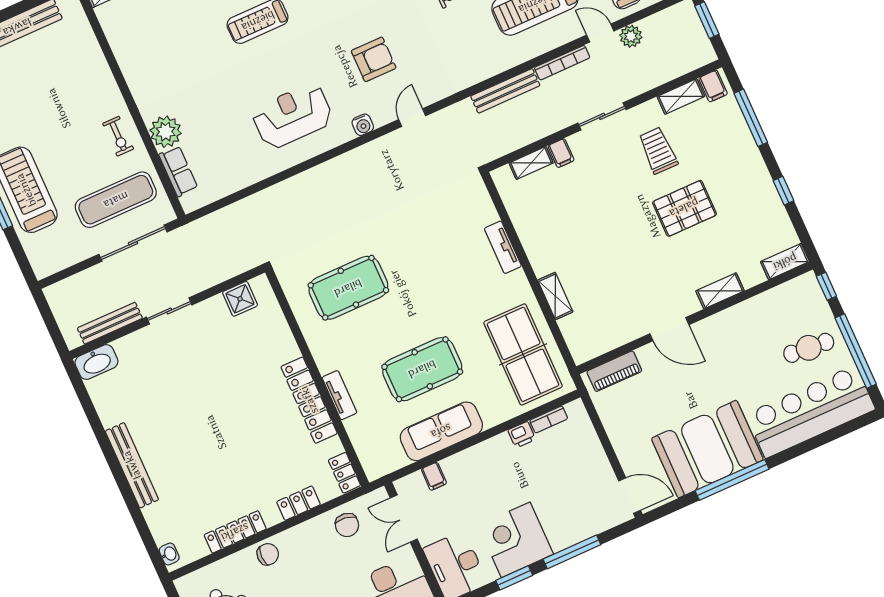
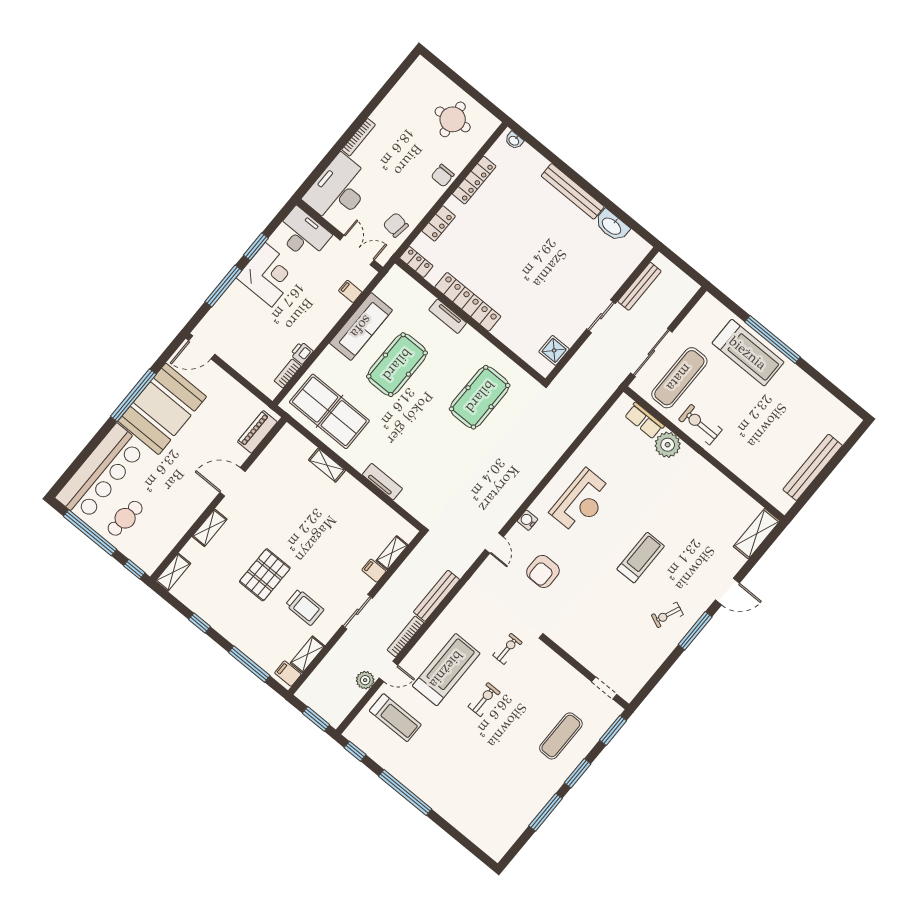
exercise bike: (118, 136) -> (700, 424), width x1.38, depth x1.39
washbasin: (96, 362) -> (612, 226), moved, turned -90

